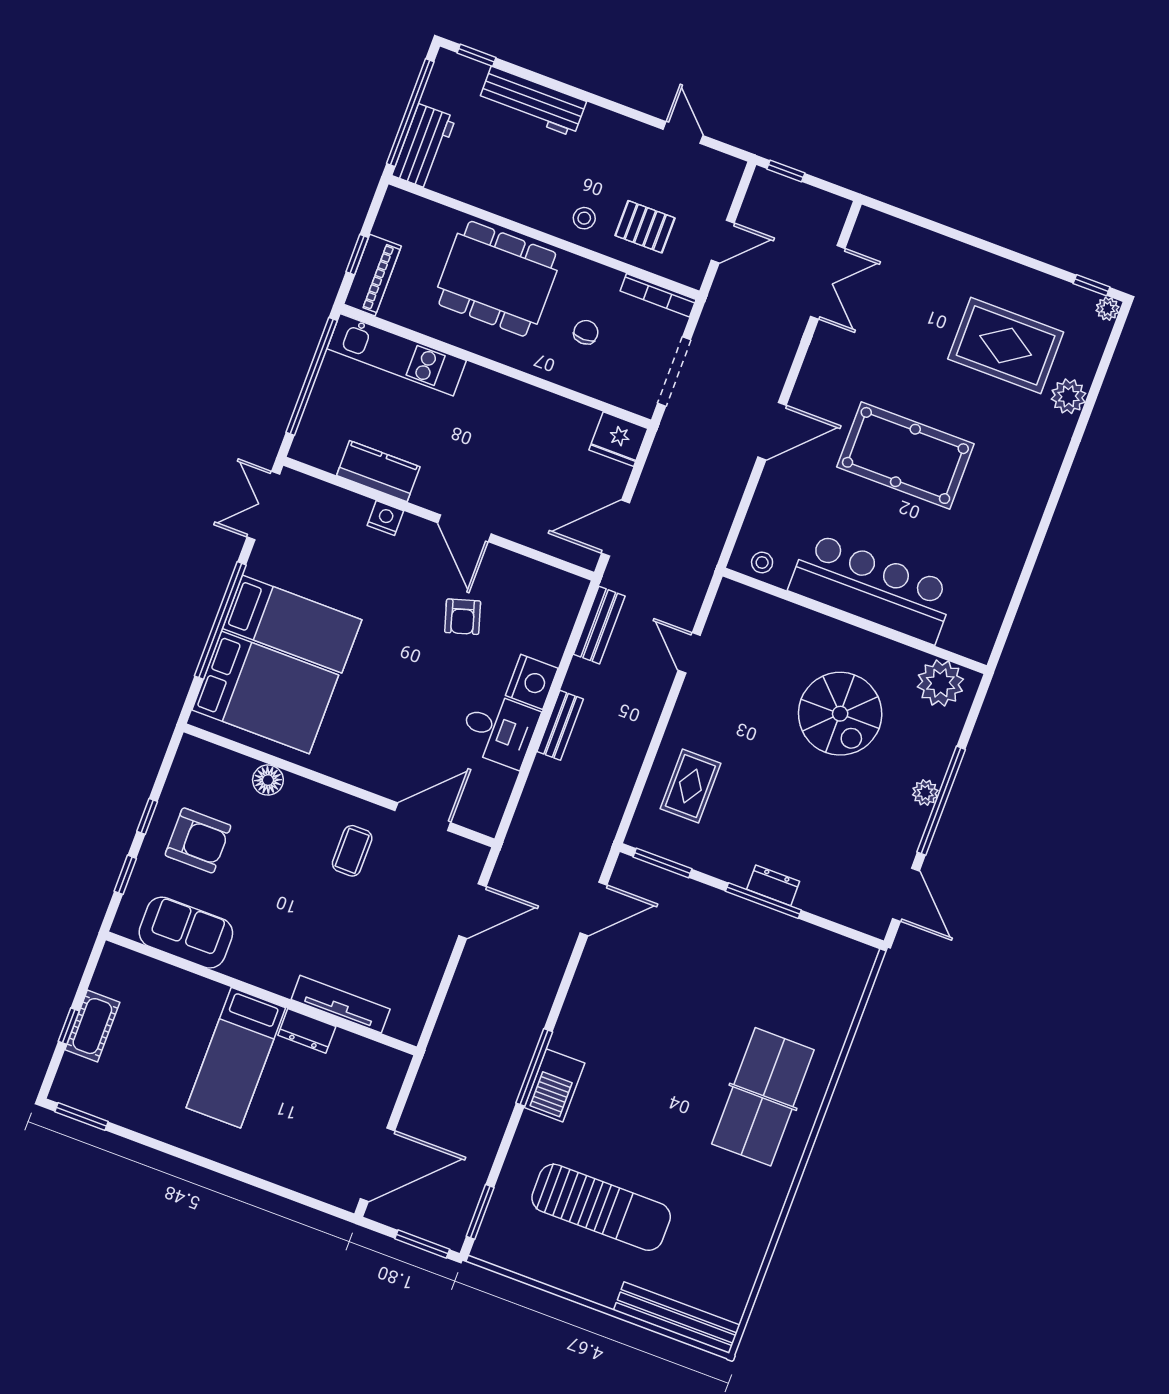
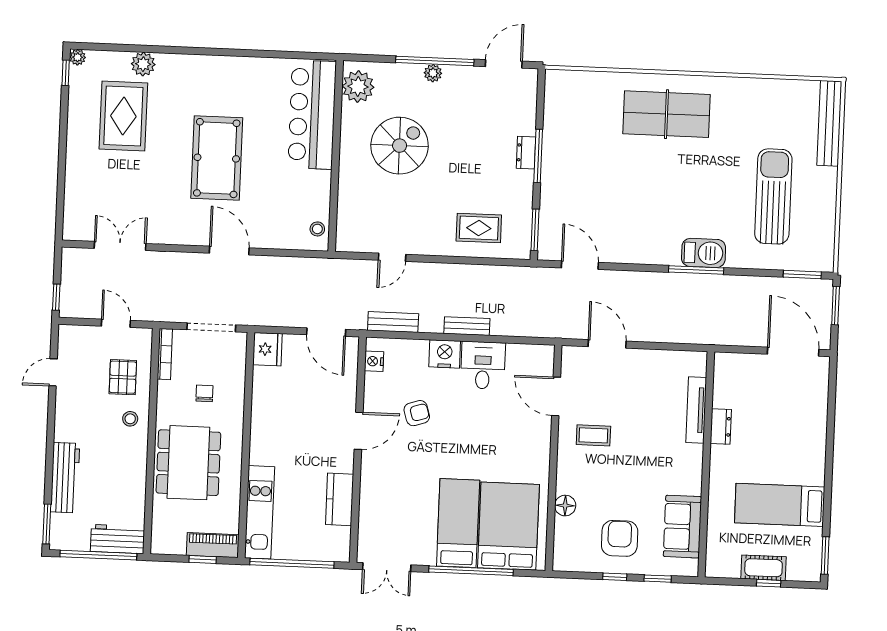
window: (476, 55) -> (47, 524), width x1.50
chair: (586, 332) -> (204, 393), turned 90
nightstand: (385, 518) -> (374, 361), moved
bar counter: (872, 588) -> (312, 115), moved
bed: (236, 1058) -> (780, 505), moved, turned 180

